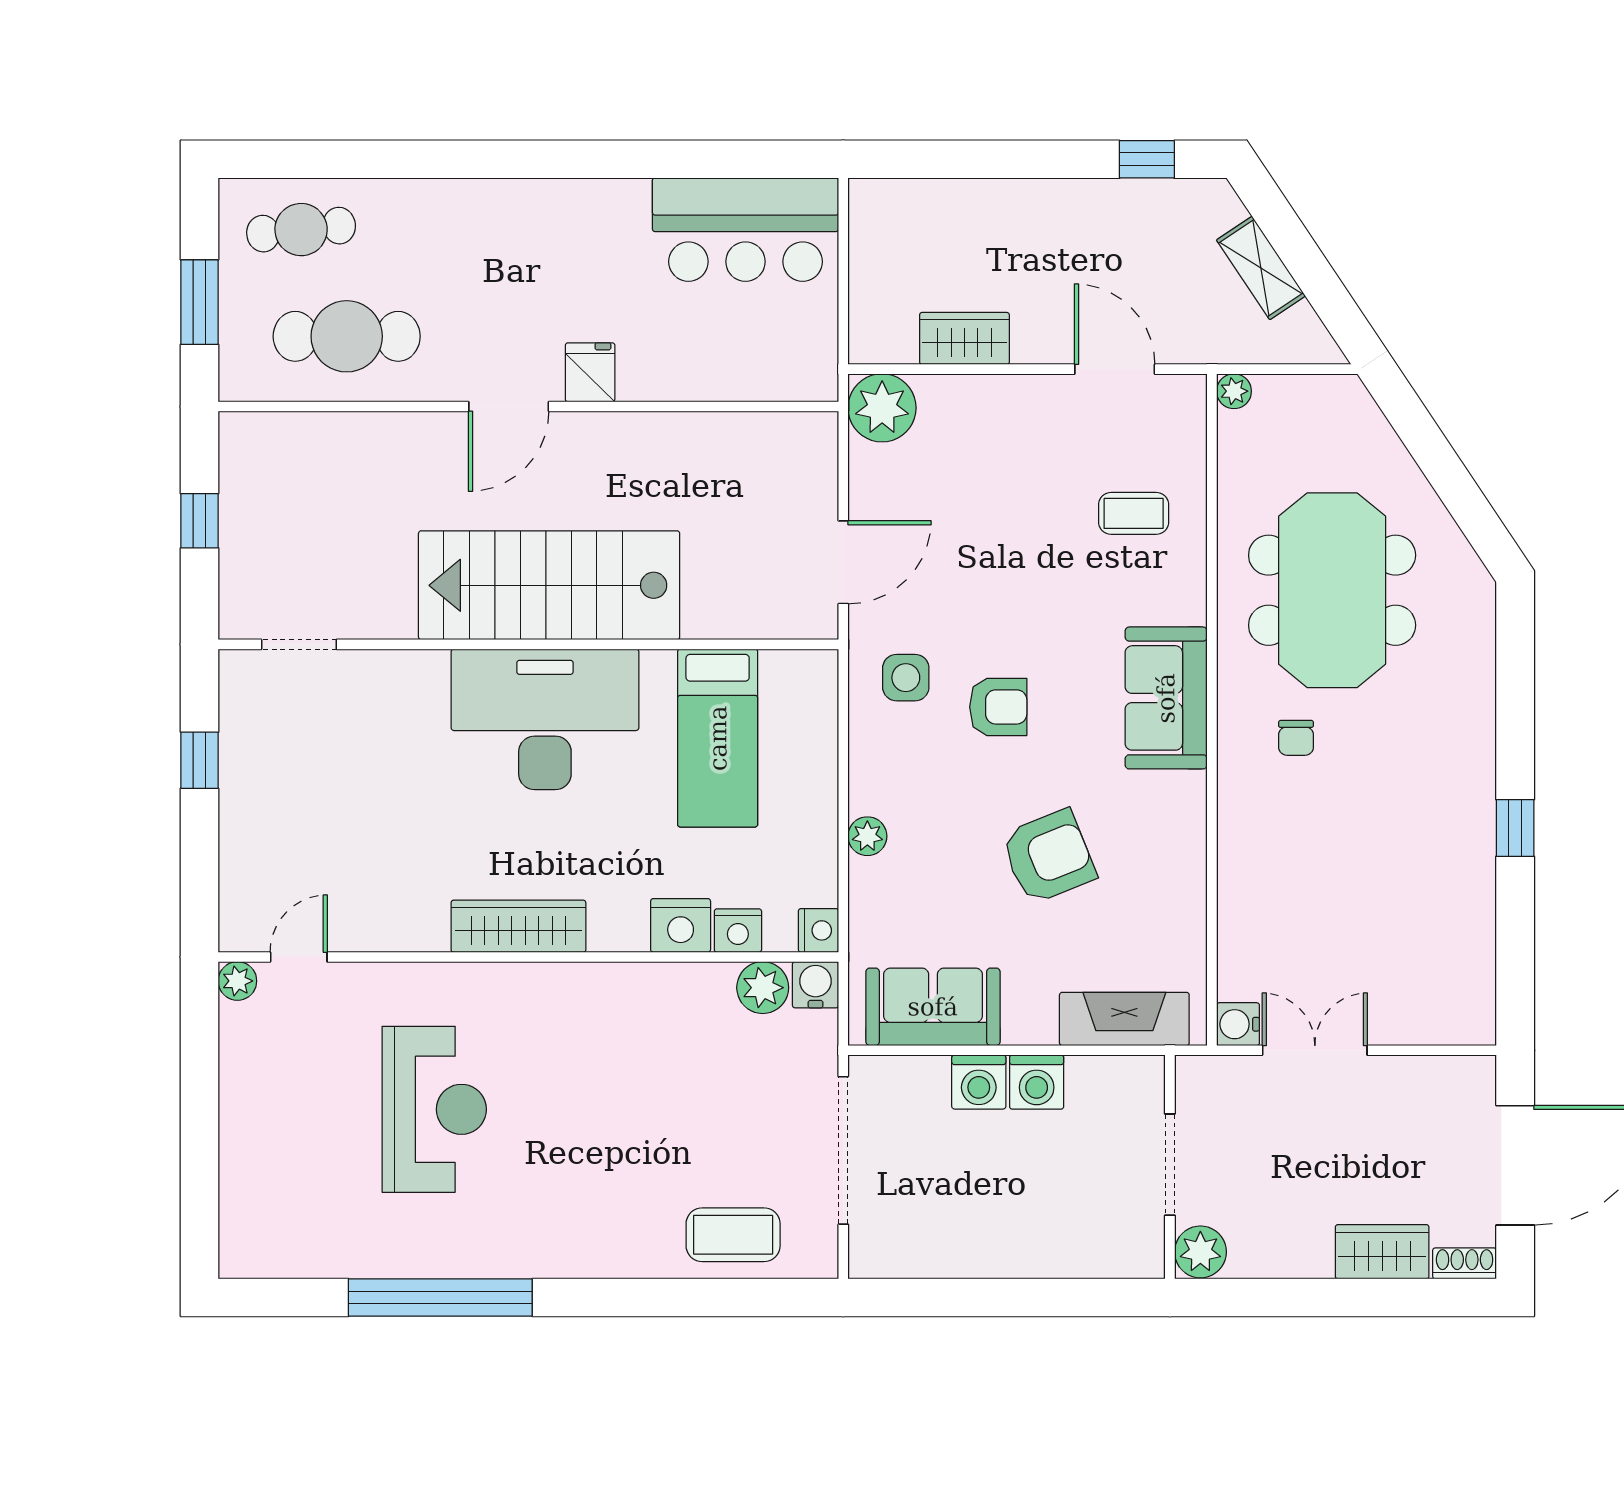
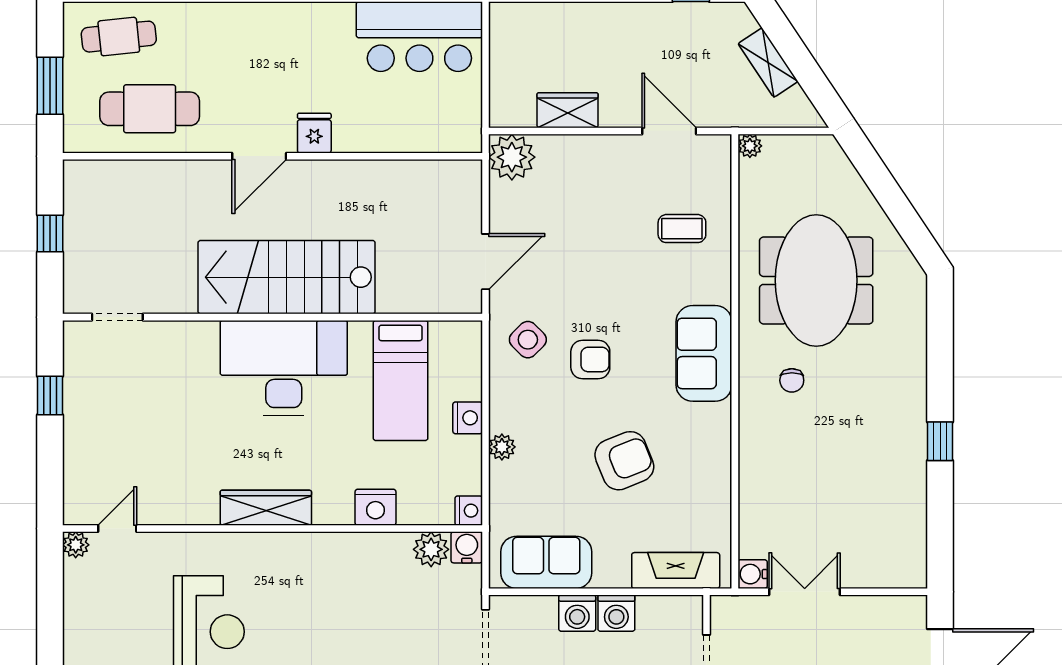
side table: (906, 678) -> (528, 340), turned 45
nightstand: (738, 931) -> (468, 418), moved, turned -90

